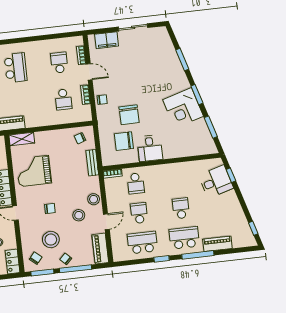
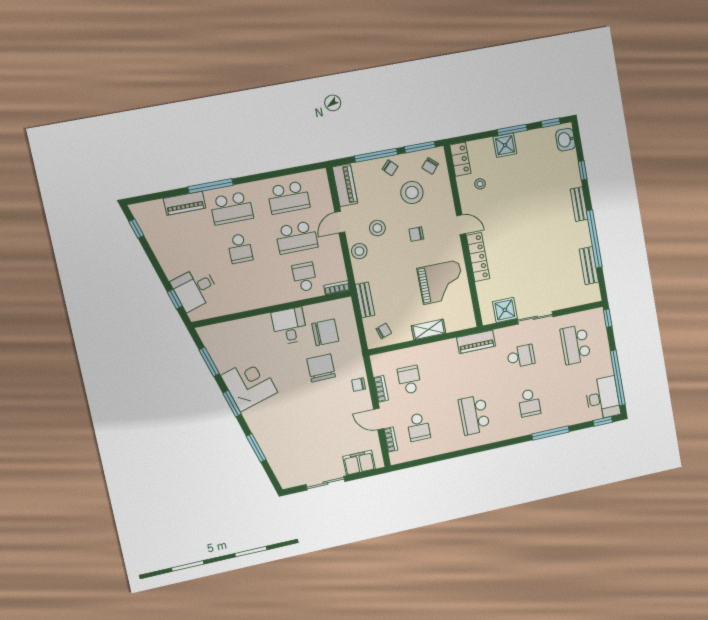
shelving: (22, 139) -> (429, 329), moved
school desk: (139, 213) -> (297, 237), width x1.85
window: (162, 259) -> (260, 177), removed

